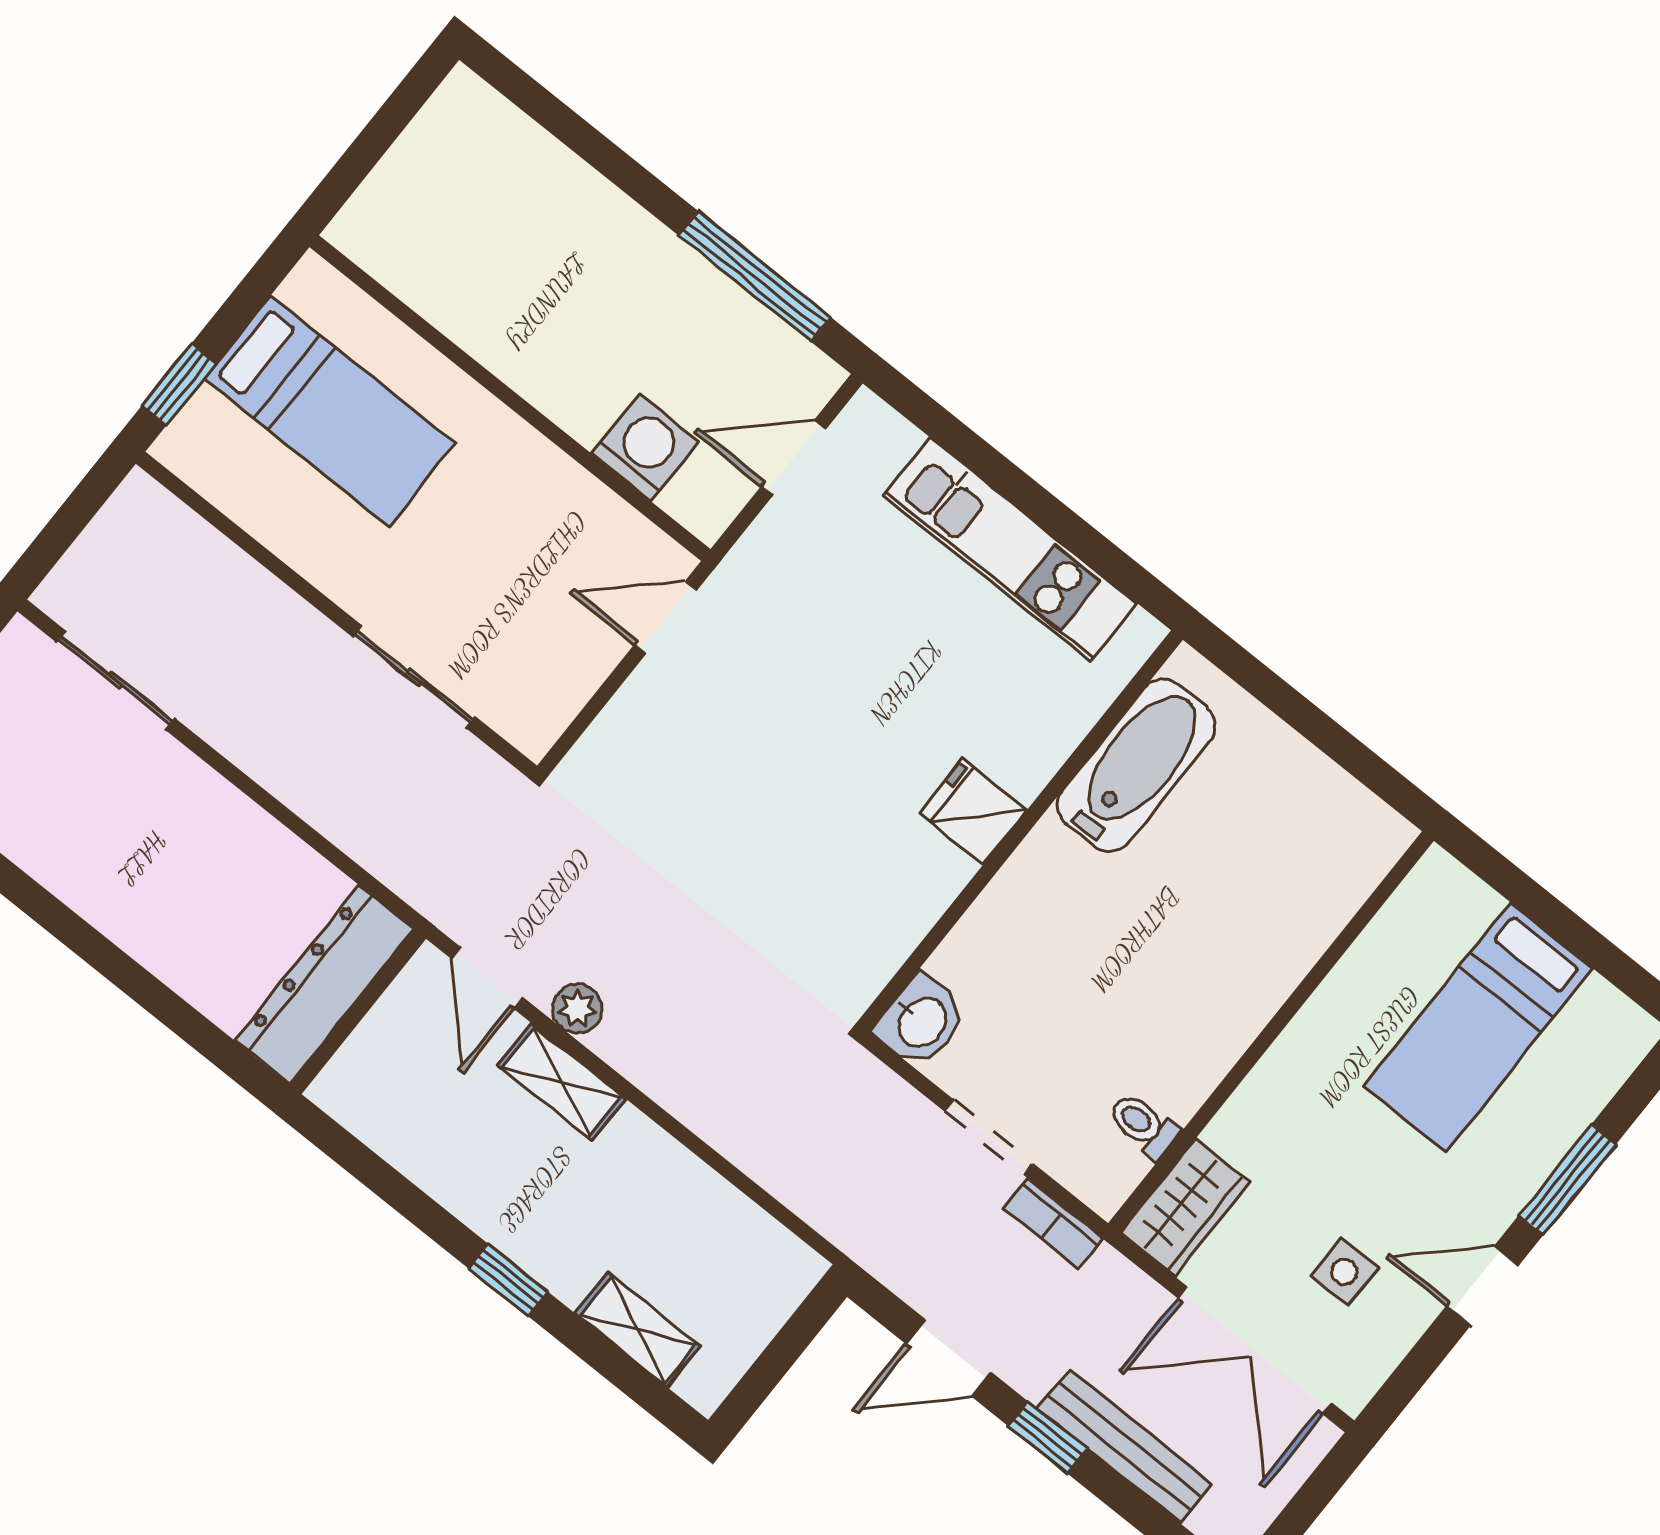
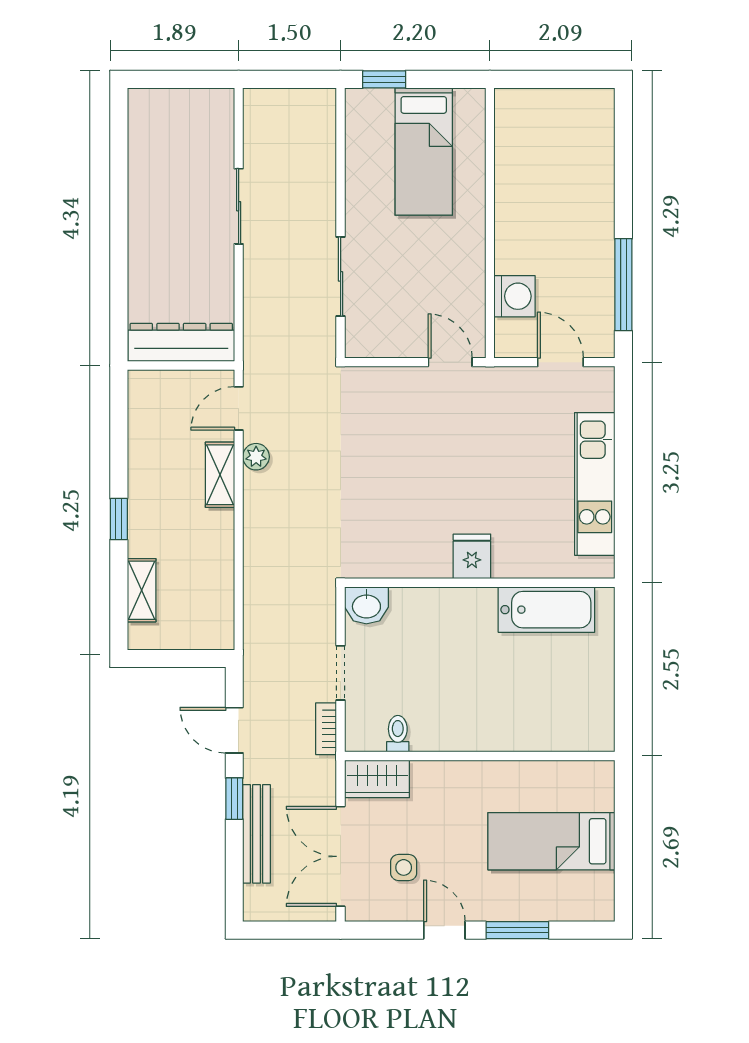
sliding door: (116, 680) -> (239, 206), moved

